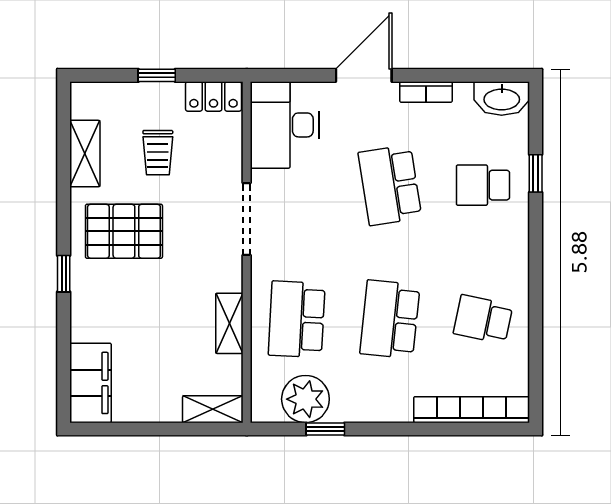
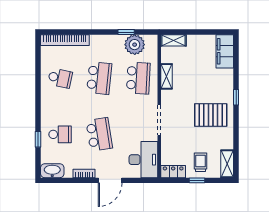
trolley: (158, 153) -> (201, 162), moved
shelving: (85, 154) -> (227, 164), moved

